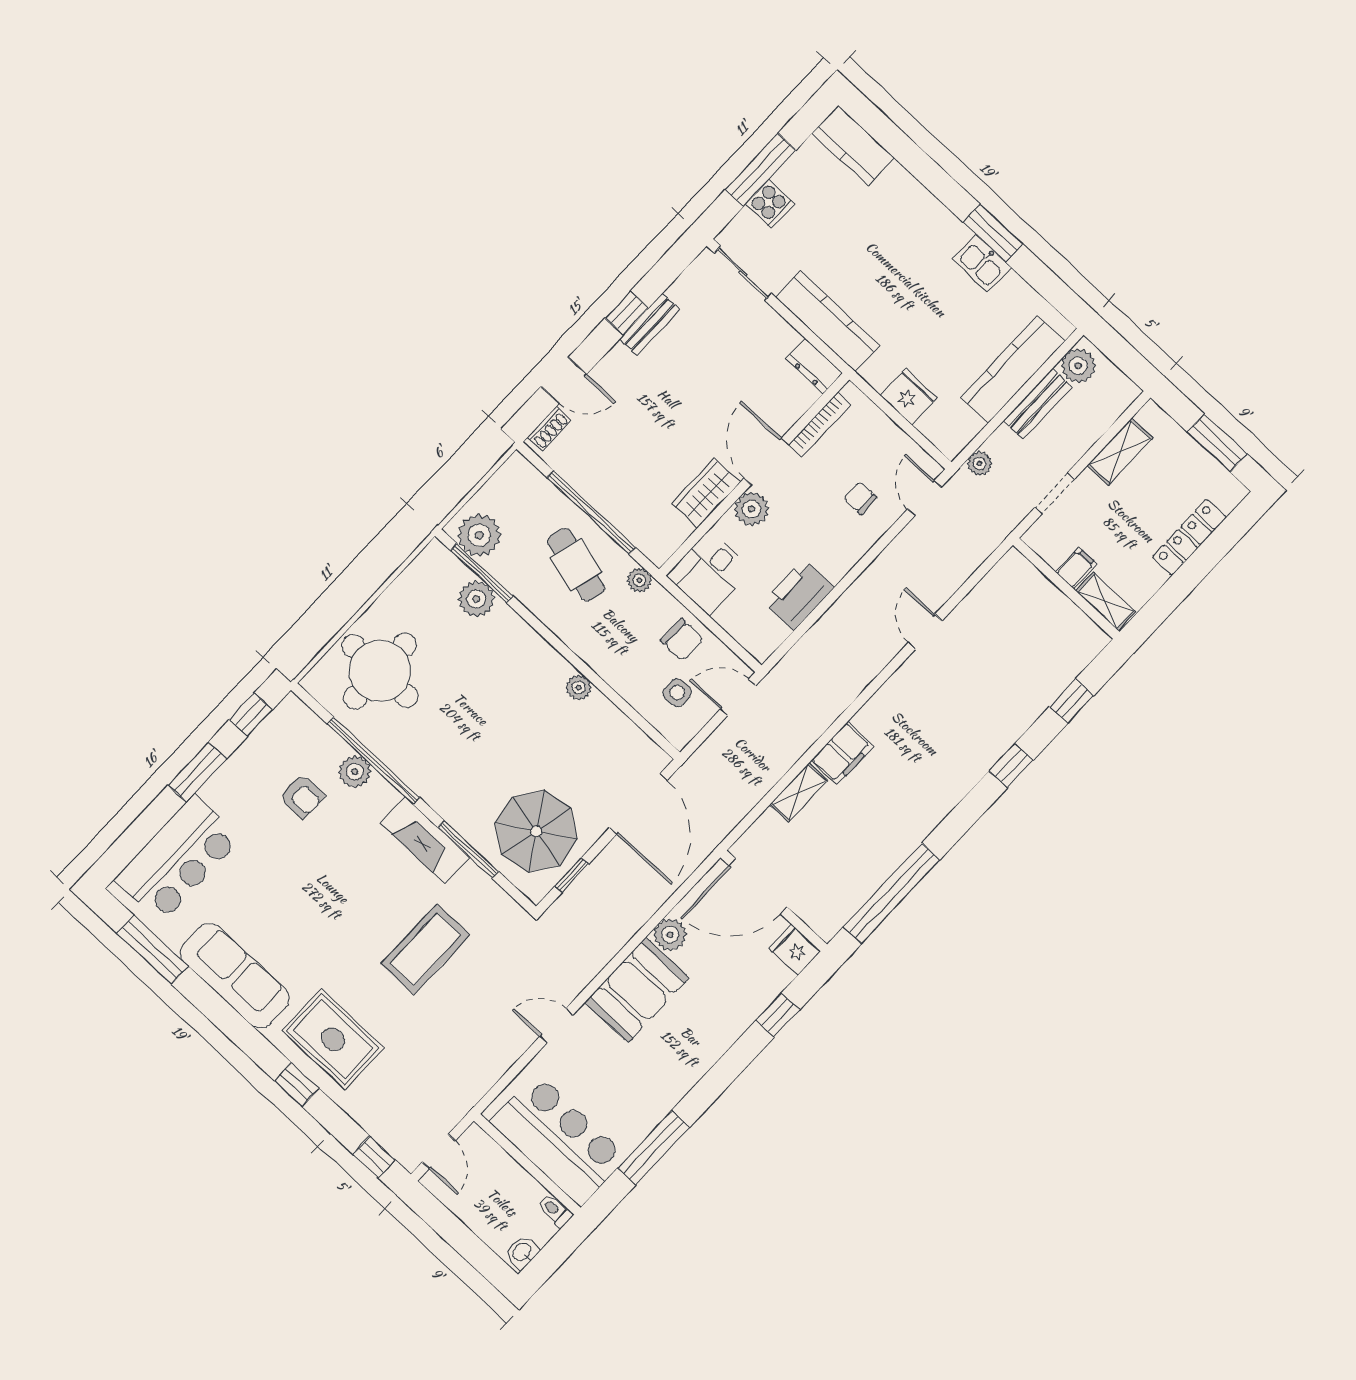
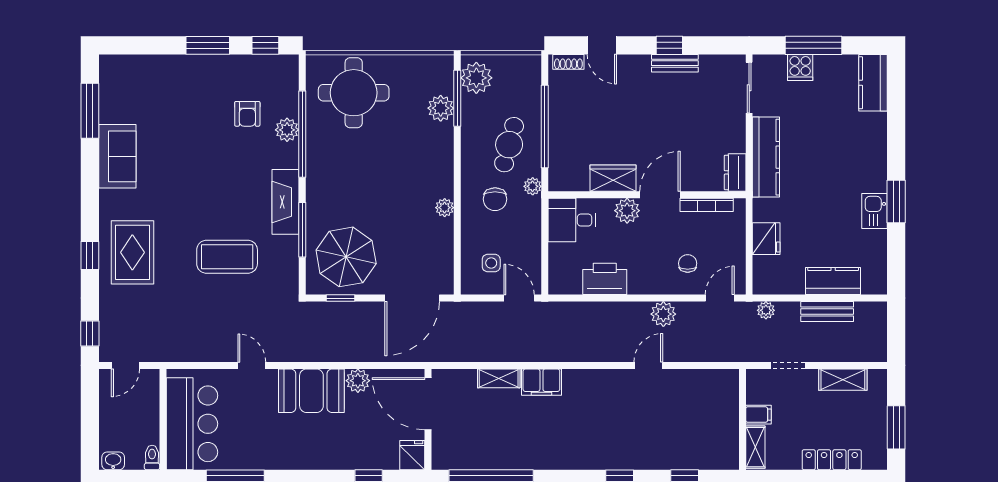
plant: (1078, 366) -> (663, 314), moved
kitchen counter: (1013, 370) -> (833, 281), width x0.67
chair: (682, 640) -> (495, 199), moved
bar counter: (178, 859) -> (151, 79), removed
sofa: (235, 976) -> (117, 156), width x0.73

